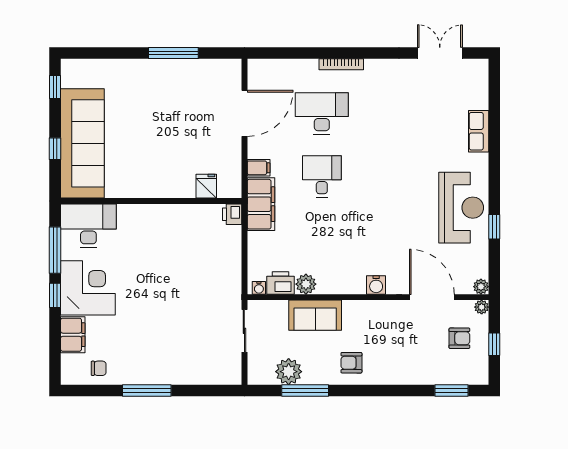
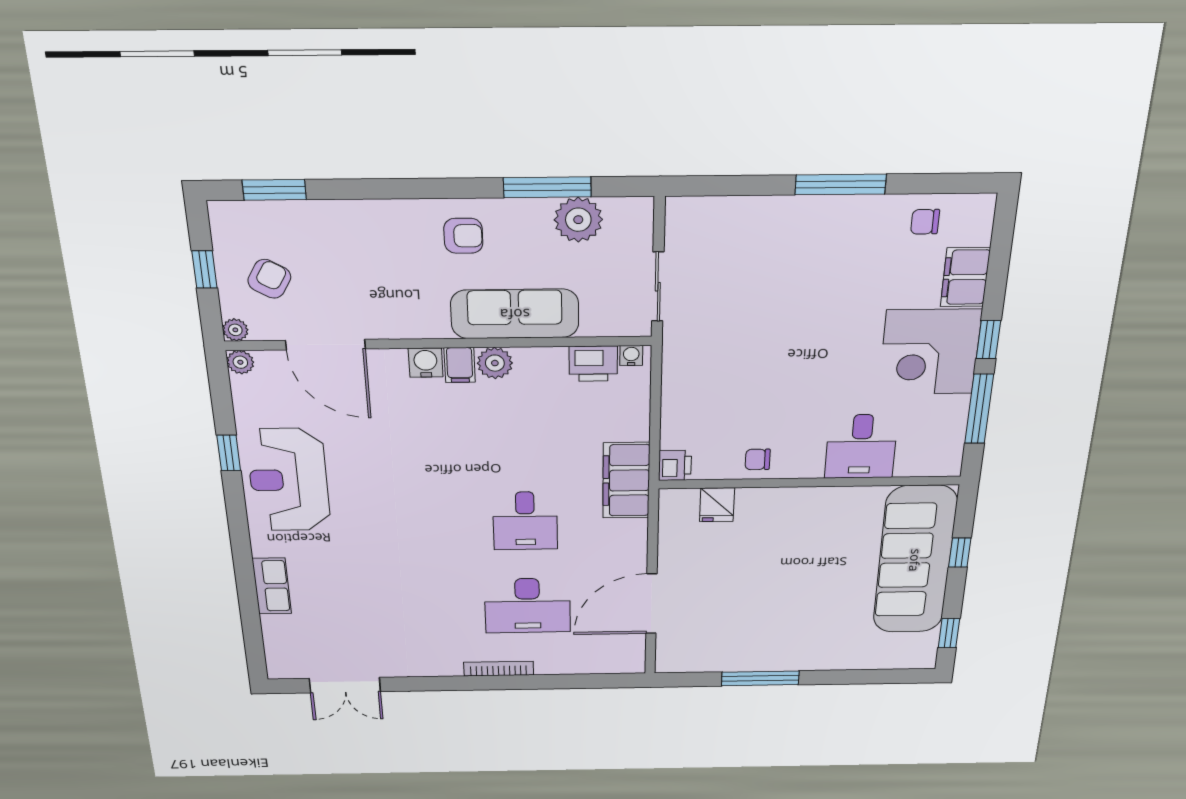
filing cabinet: (259, 168) -> (460, 365), moved, turned -90
chair: (183, 218) -> (758, 459), added
desk: (88, 226) -> (861, 446), moved, width x0.73
plant: (306, 284) -> (495, 363), moved
sofa: (315, 315) -> (515, 314), width x1.36
armchair: (459, 338) -> (269, 279), turned 120

